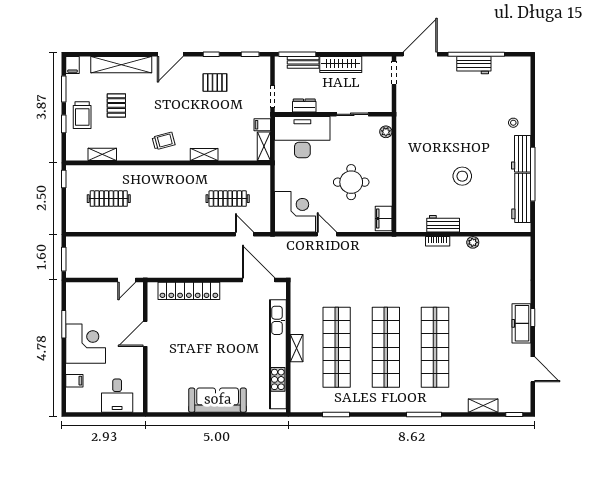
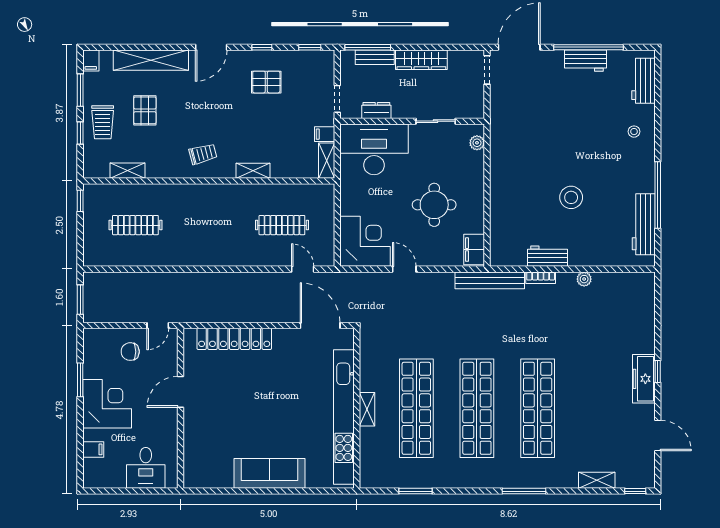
workbench: (521, 154) -> (644, 81), moved
bench: (396, 243) -> (490, 280), added
chair: (104, 301) -> (130, 352), added

